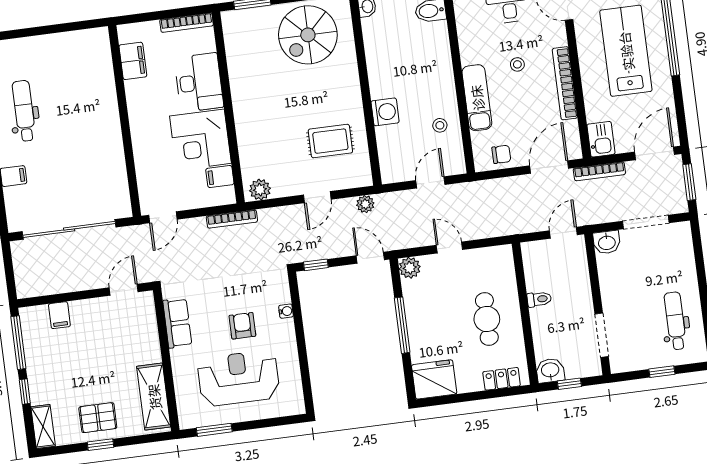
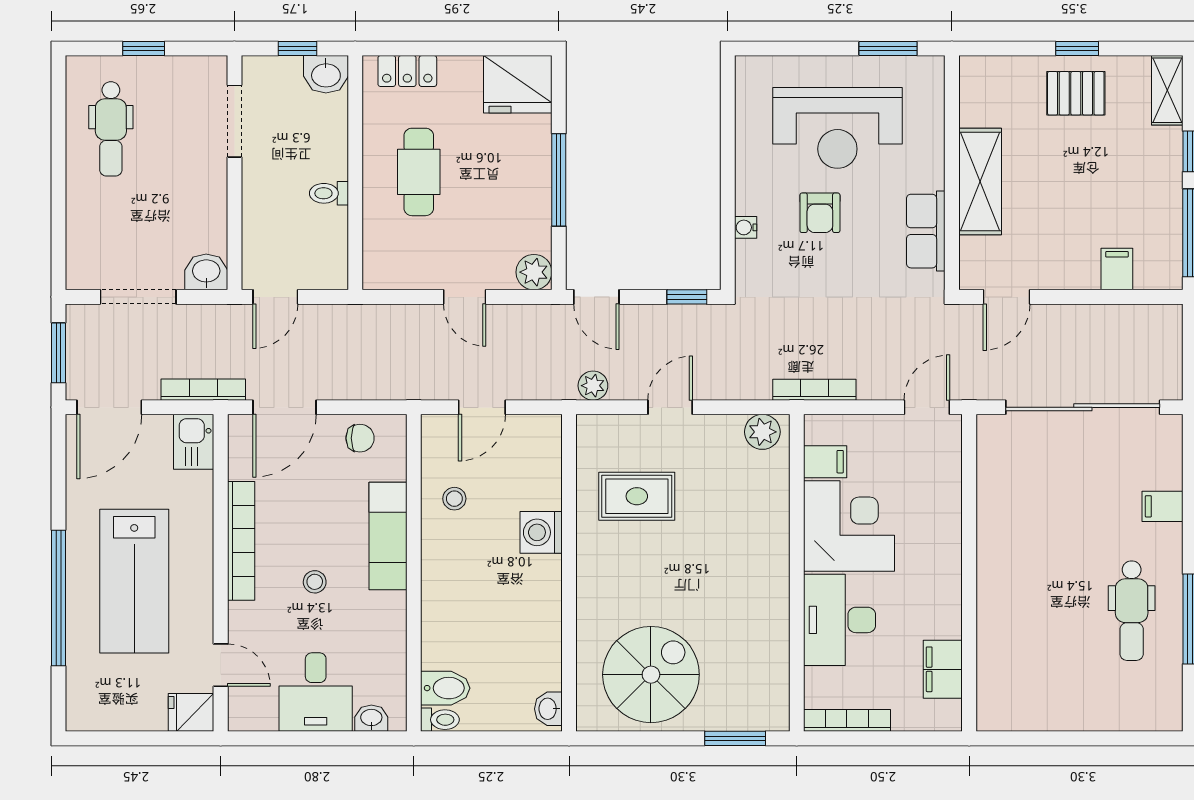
chair: (501, 154) -> (360, 438), turned 180
shelving: (154, 397) -> (980, 182), moved

